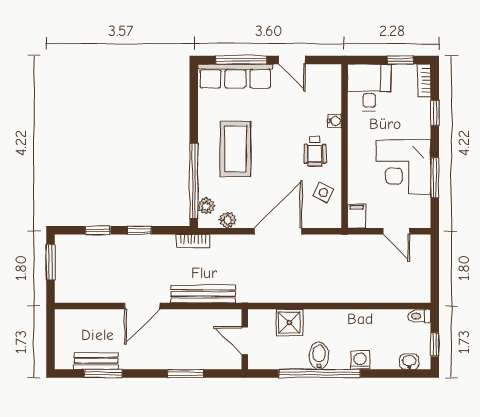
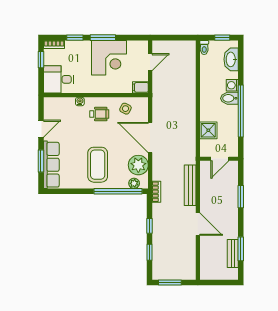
window: (241, 60) -> (41, 161), width x0.69
coffee table: (235, 149) -> (98, 165), turned 90
window: (435, 178) -> (103, 38), moved
plant: (228, 220) -> (138, 165), width x1.88, depth x1.88
bidet: (319, 356) -> (229, 98), moved
washbasin: (409, 362) -> (231, 59), width x1.91, depth x1.45

